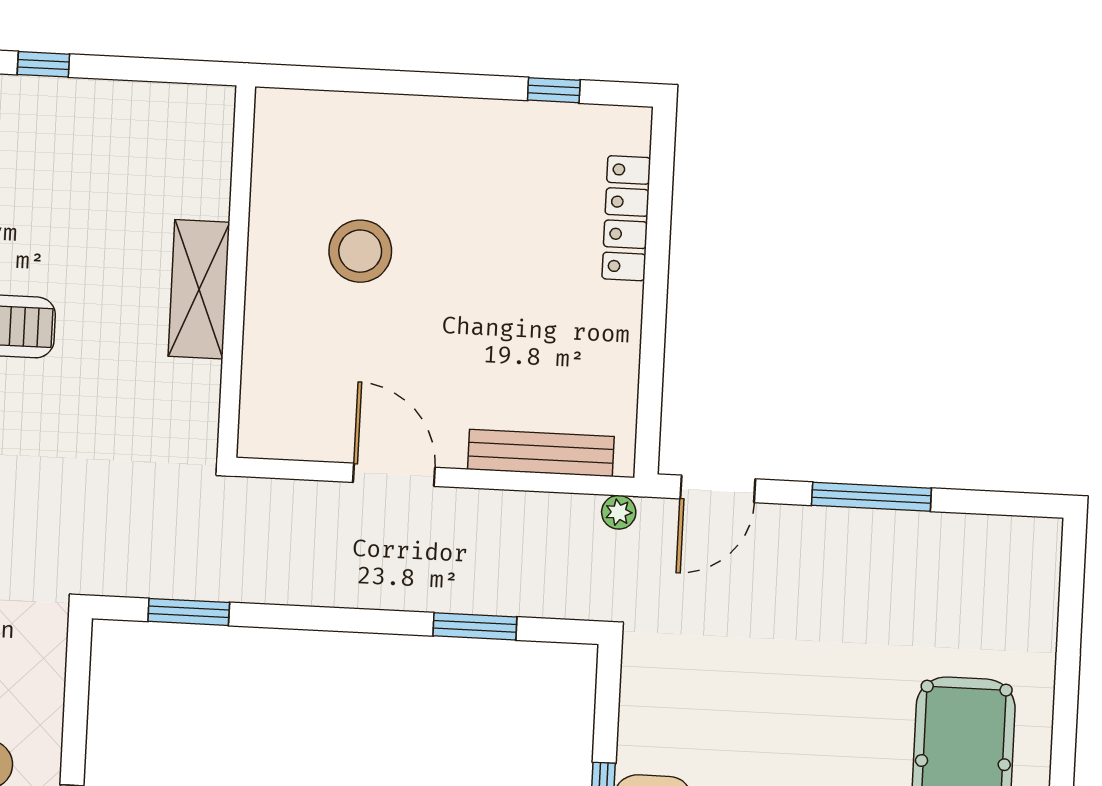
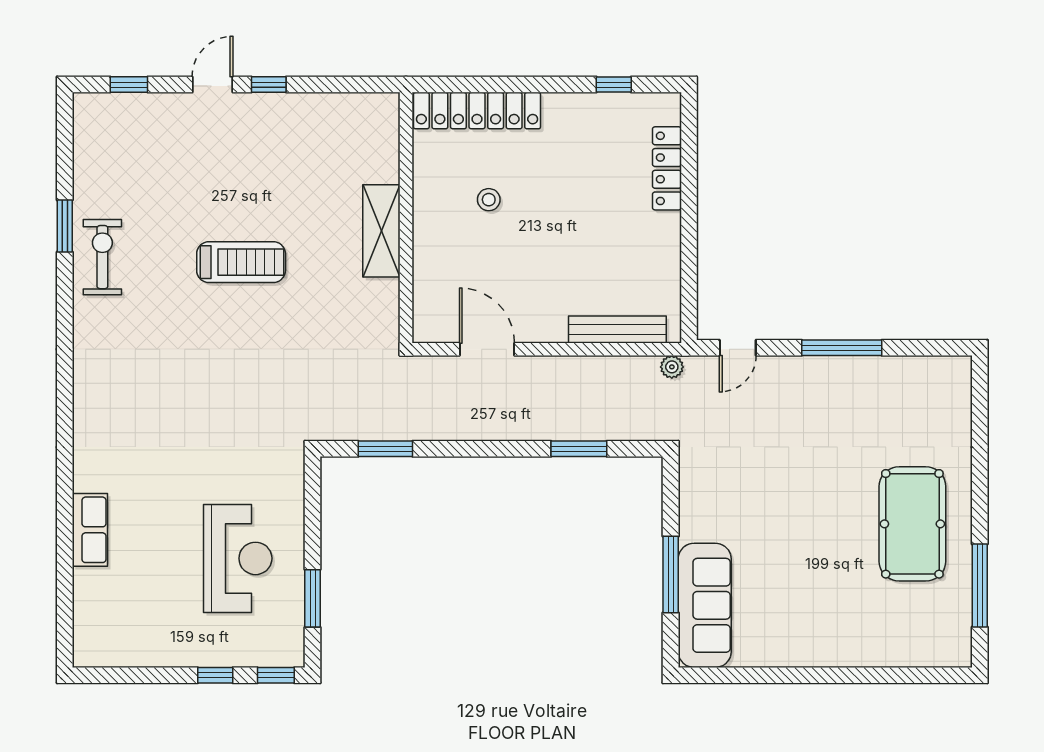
locker: (350, 118) -> (477, 111), added
stool: (360, 251) -> (489, 200), width x0.53, depth x0.53
door: (394, 475) -> (487, 349), moved
door: (718, 489) -> (738, 348), width x0.73

